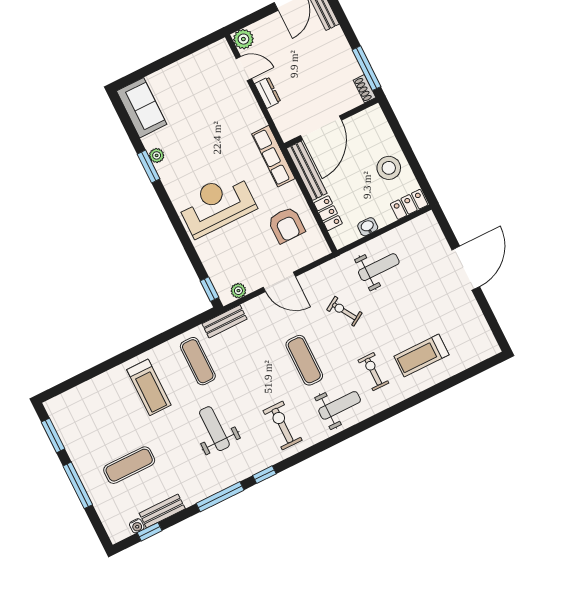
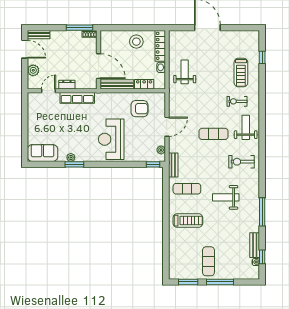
plant: (243, 39) -> (33, 70), moved
row of seats: (273, 156) -> (77, 98), moved
locker: (409, 204) -> (160, 46), width x1.53
exercise bike: (344, 311) -> (199, 101), removed
exercise mat: (129, 465) -> (208, 261), moved
window: (264, 475) -> (262, 57), moved

